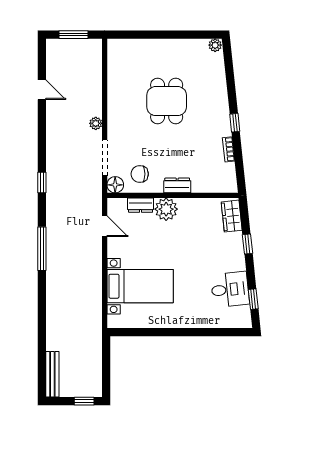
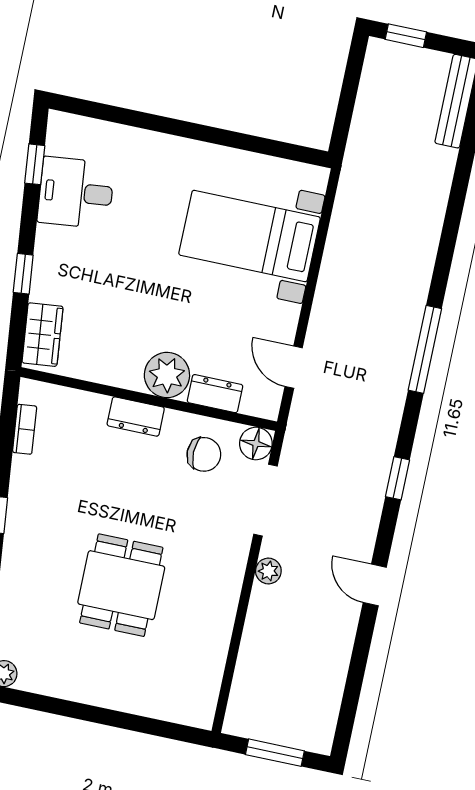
door: (42, 90) -> (375, 585), moved
bookcase: (229, 149) -> (25, 429), moved

